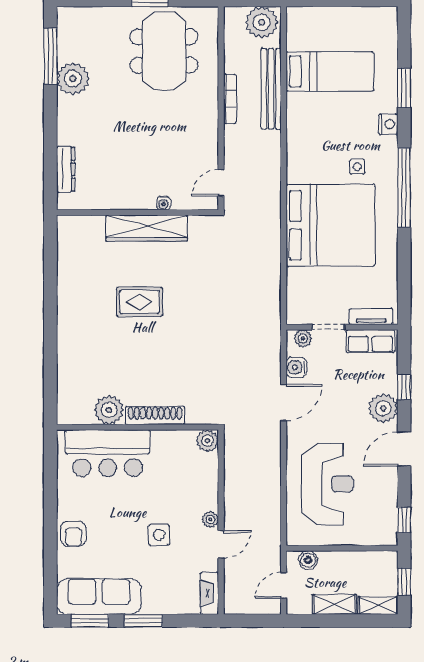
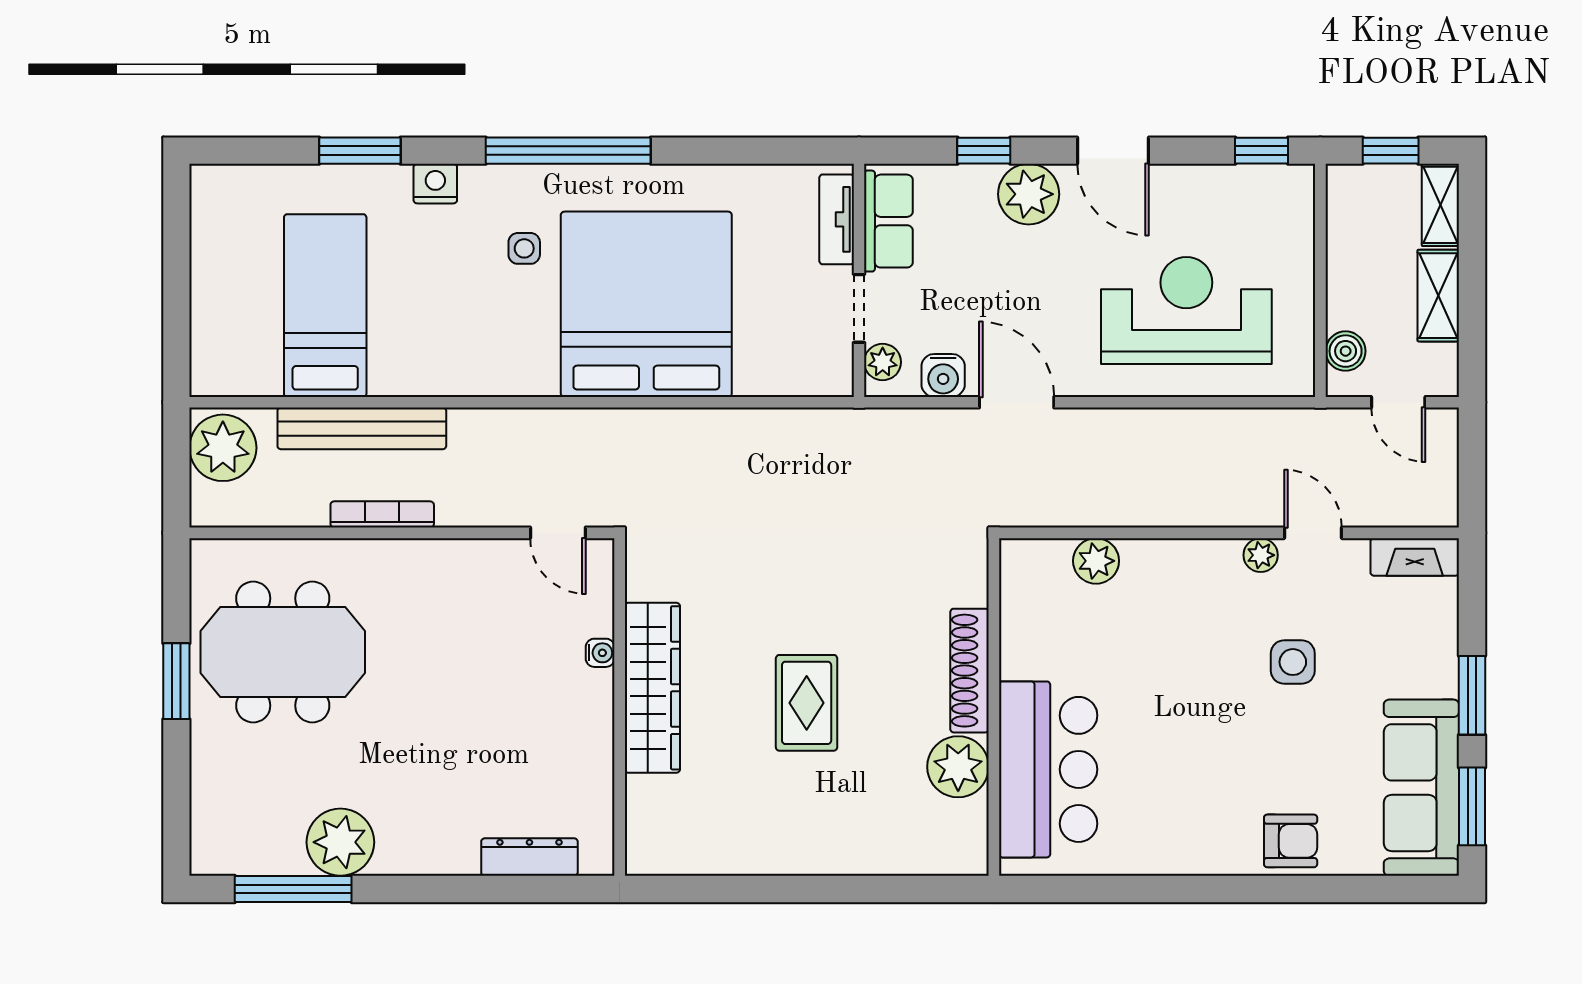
plant: (109, 410) -> (958, 767), moved
shoe rack: (155, 415) -> (970, 671), moved
wall: (138, 427) -> (994, 707), moved
bar counter: (108, 453) -> (1048, 769), moved

